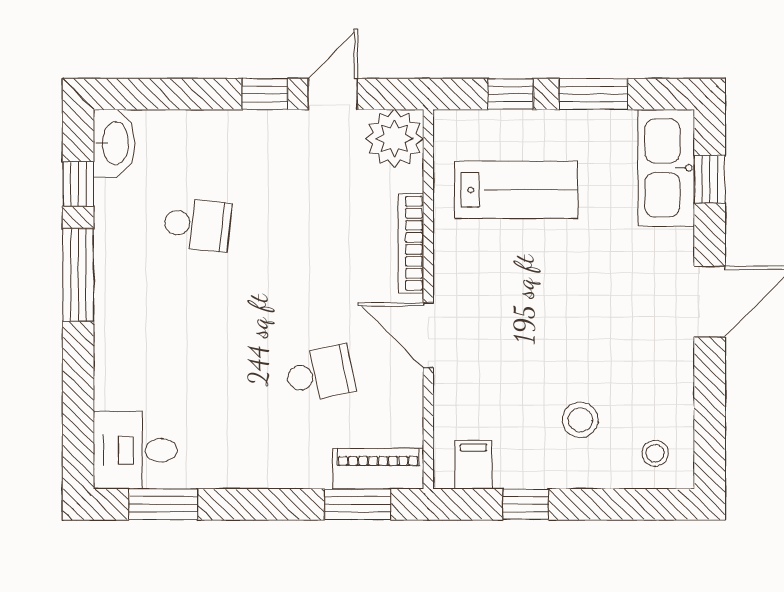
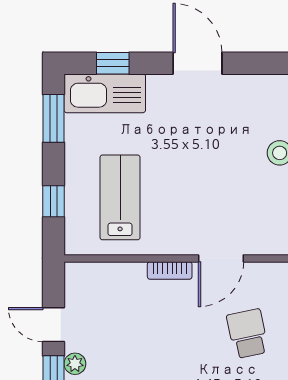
window: (593, 94) -> (54, 118), moved
plant: (394, 138) -> (75, 364), moved, width x0.53, depth x0.53
bookcase: (411, 243) -> (170, 270), width x0.64

